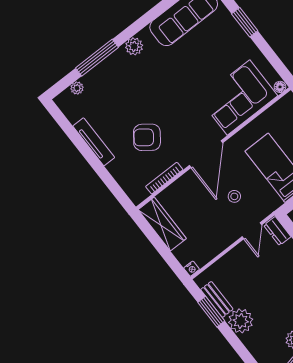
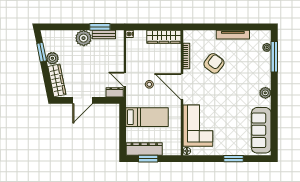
window: (97, 58) -> (274, 57), moved

